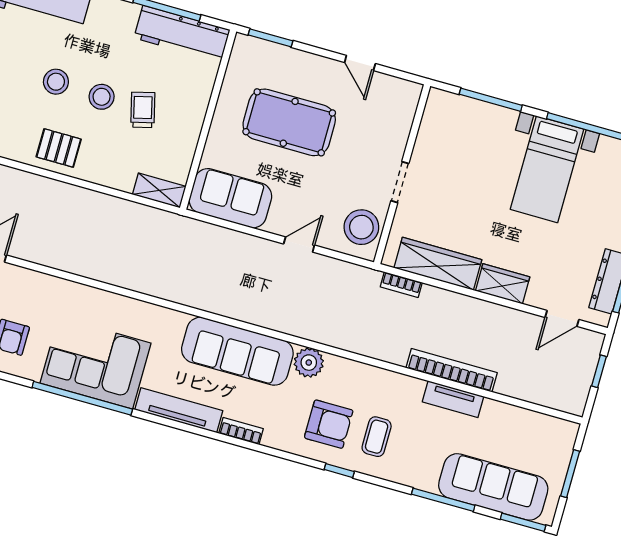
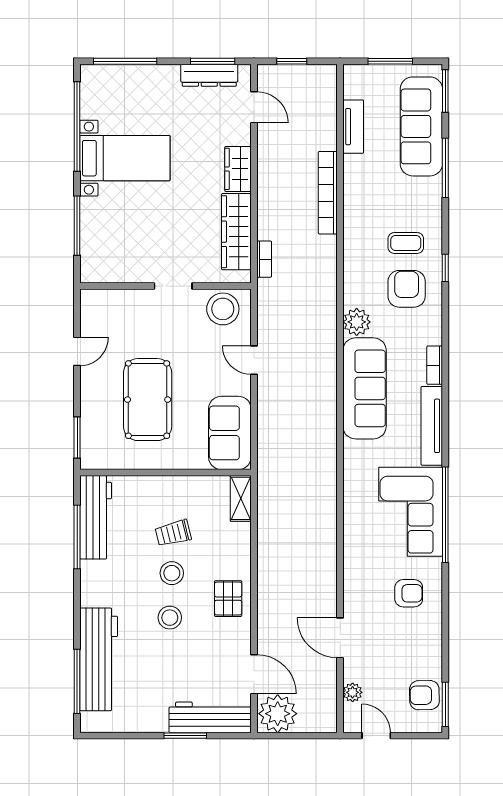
tv unit: (453, 399) -> (353, 127), moved

